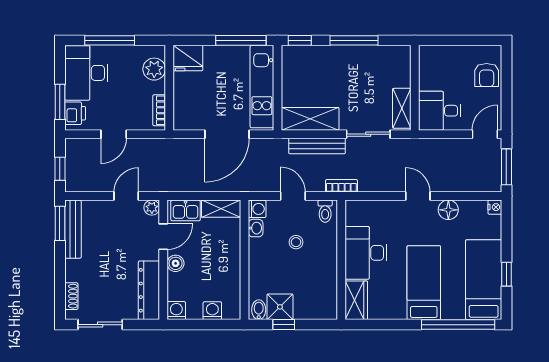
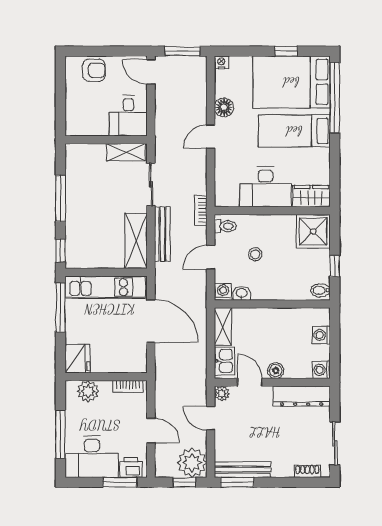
plant: (80, 177) -> (192, 463), added
bed: (484, 280) -> (291, 82), width x1.50
shower: (280, 307) -> (313, 231), moved, width x1.36, depth x1.36

